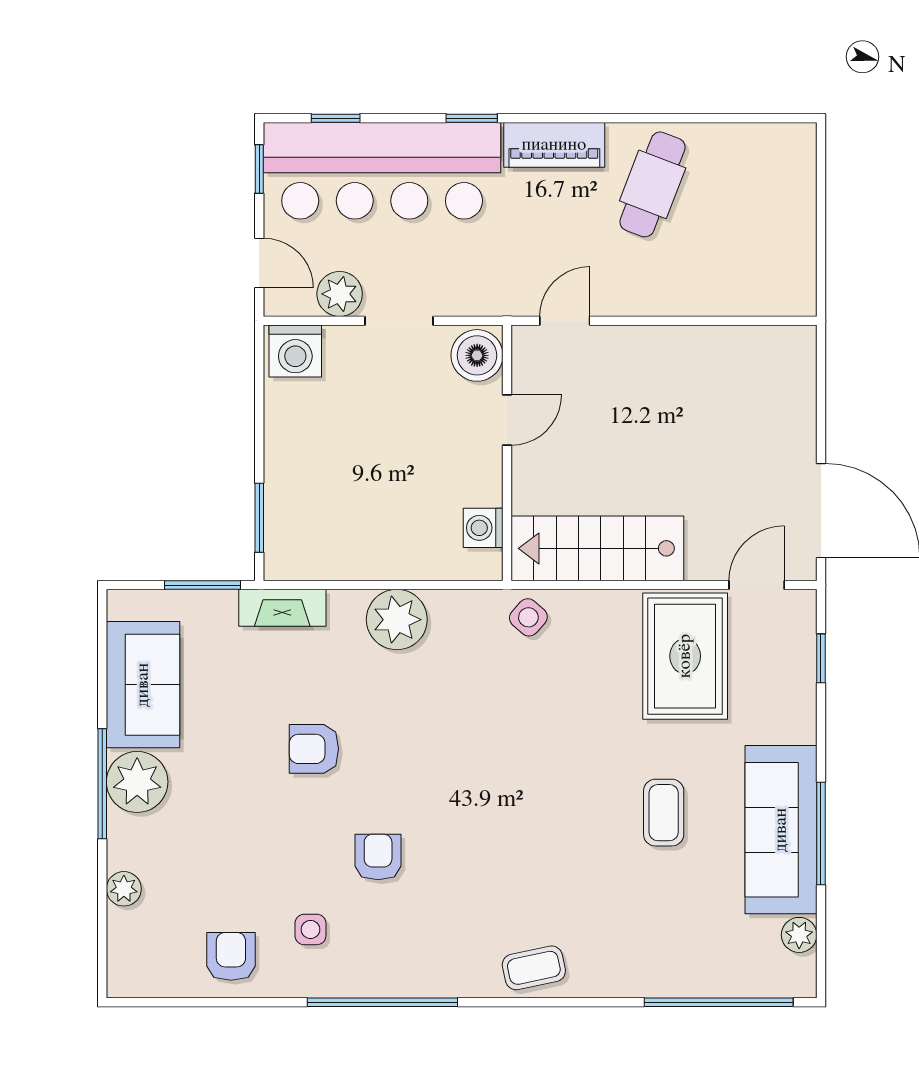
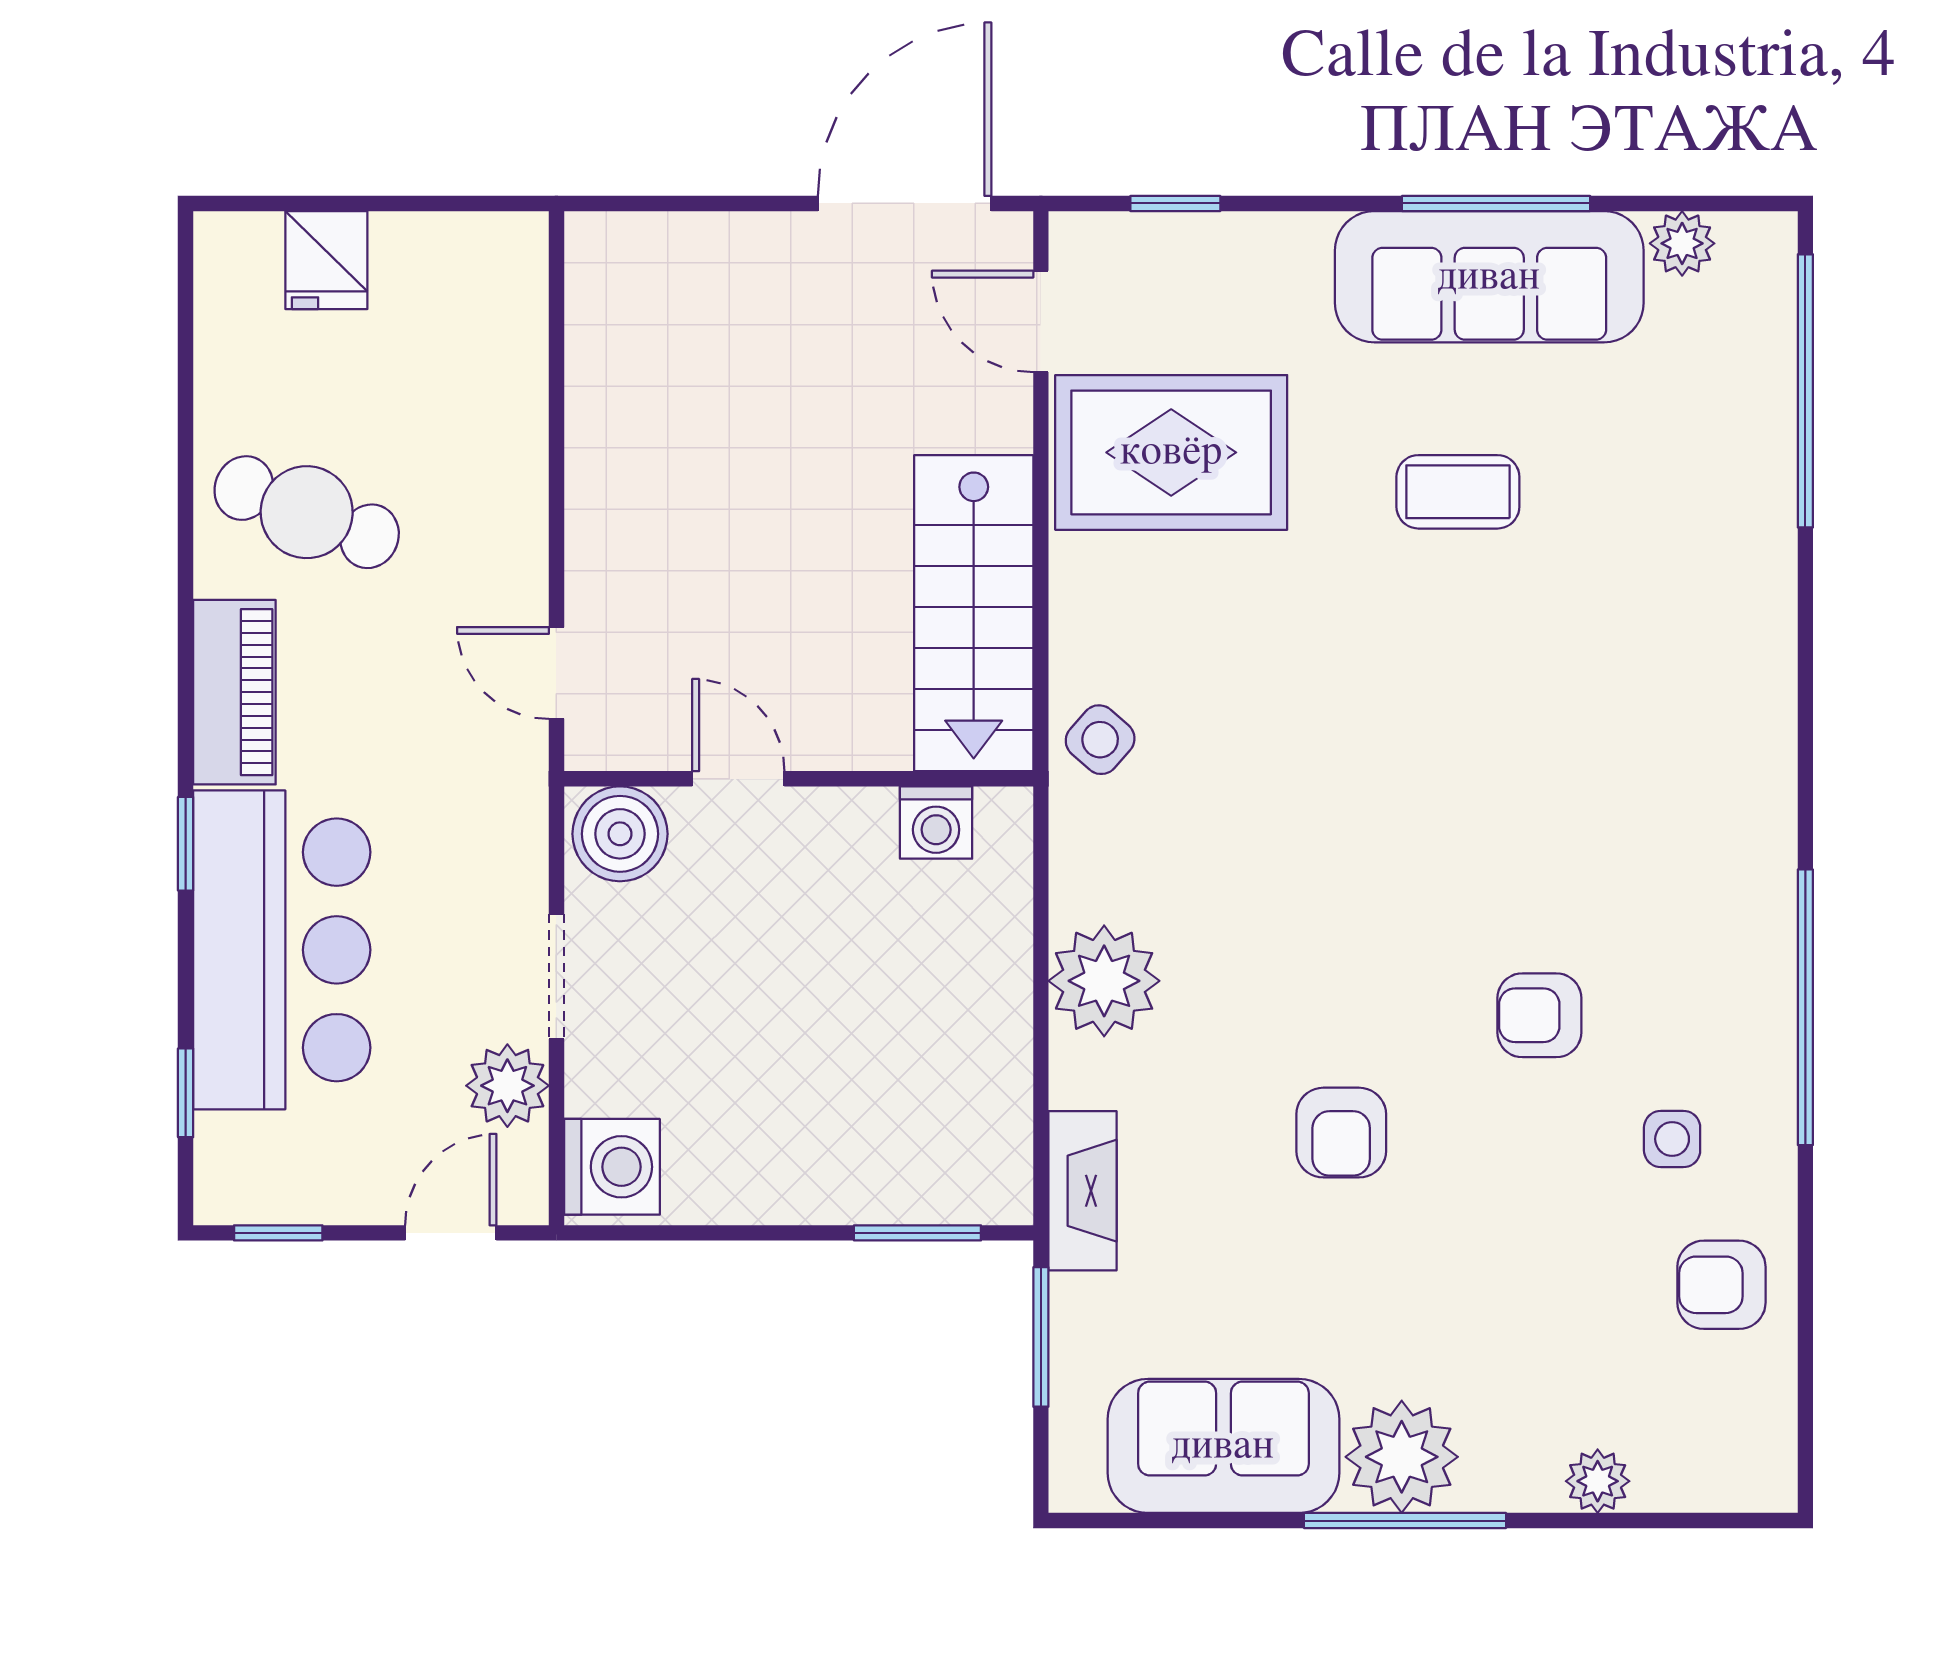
bar counter: (382, 171) -> (282, 950), width x0.73
fridge: (790, 195) -> (326, 260), added
coffee table: (534, 968) -> (1742, 730), removed

